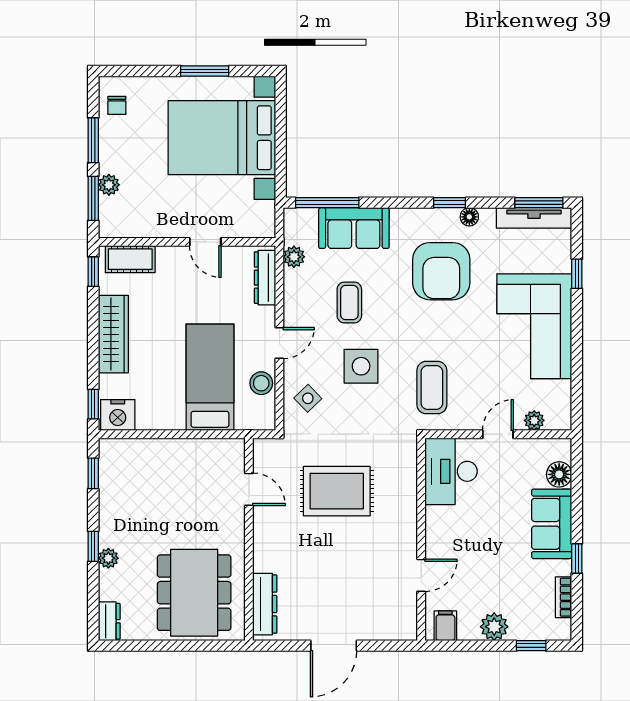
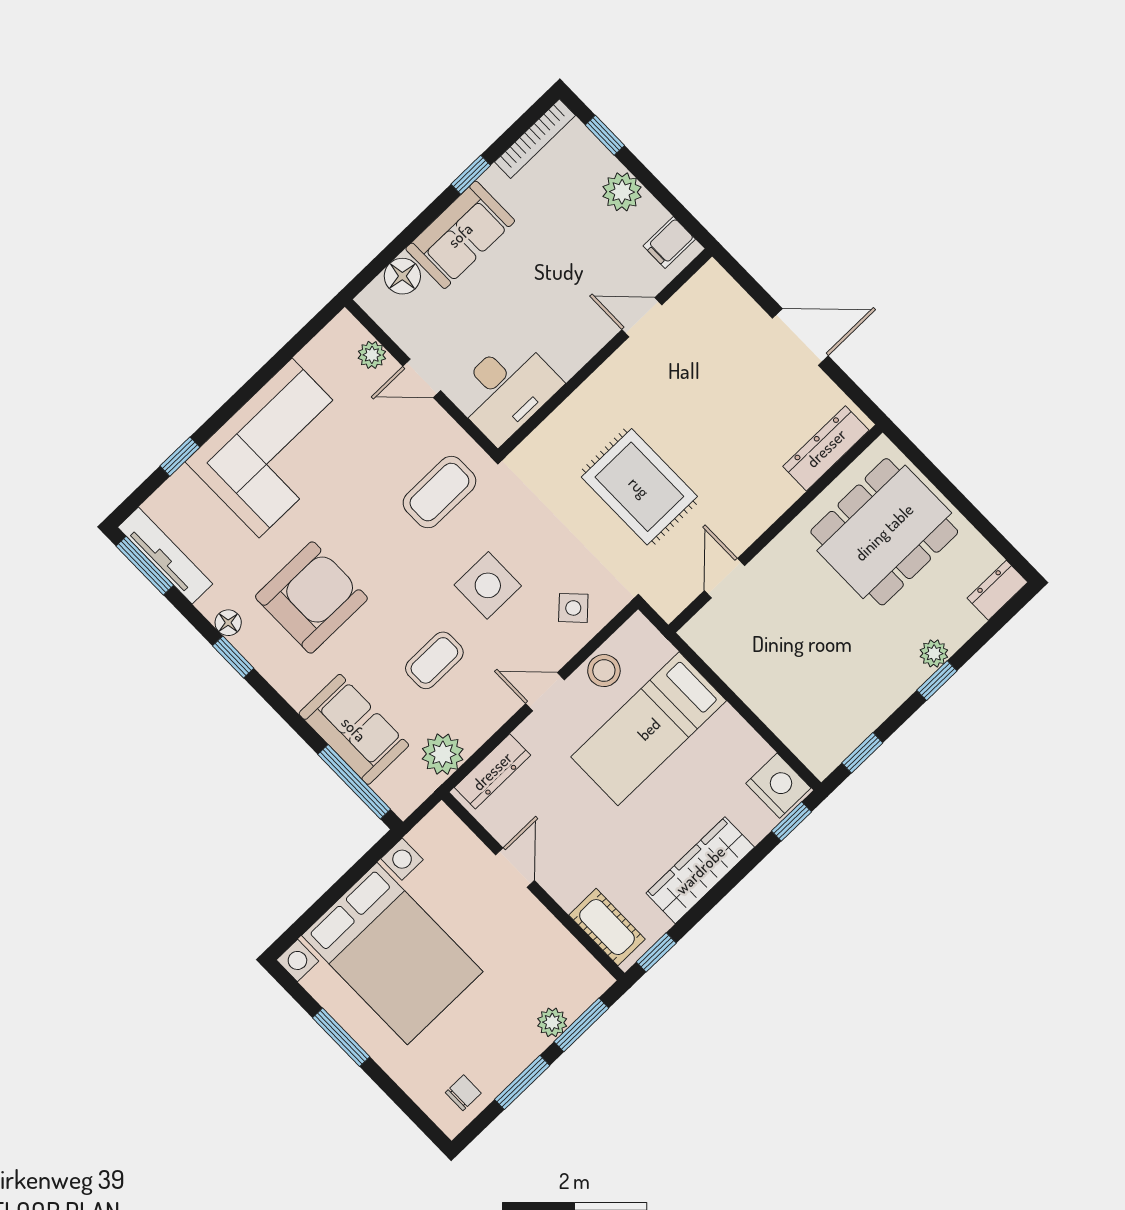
plant: (294, 257) -> (443, 754), width x1.38, depth x1.38
bookcase: (564, 597) -> (535, 139), width x1.56

